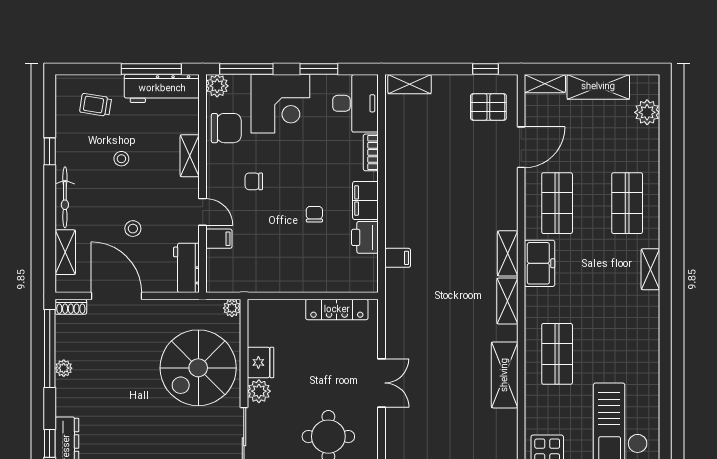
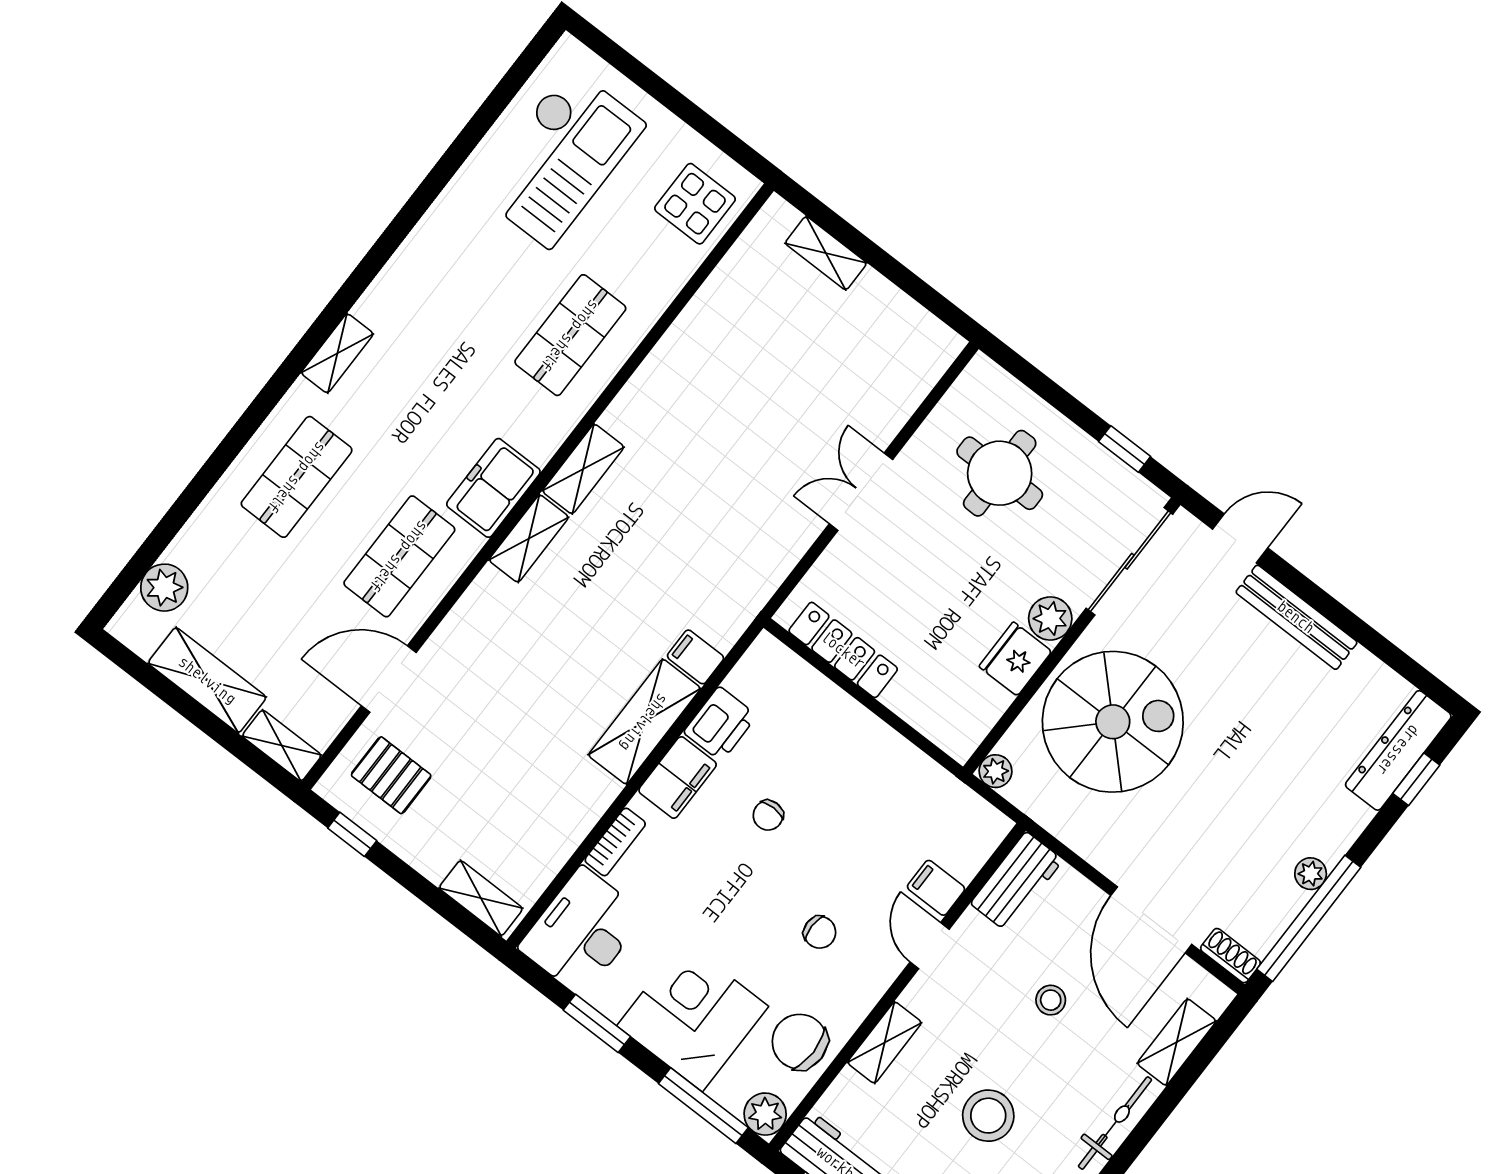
stool: (121, 159) -> (988, 1116), width x1.89, depth x1.89
shelving: (505, 375) -> (644, 722), moved

